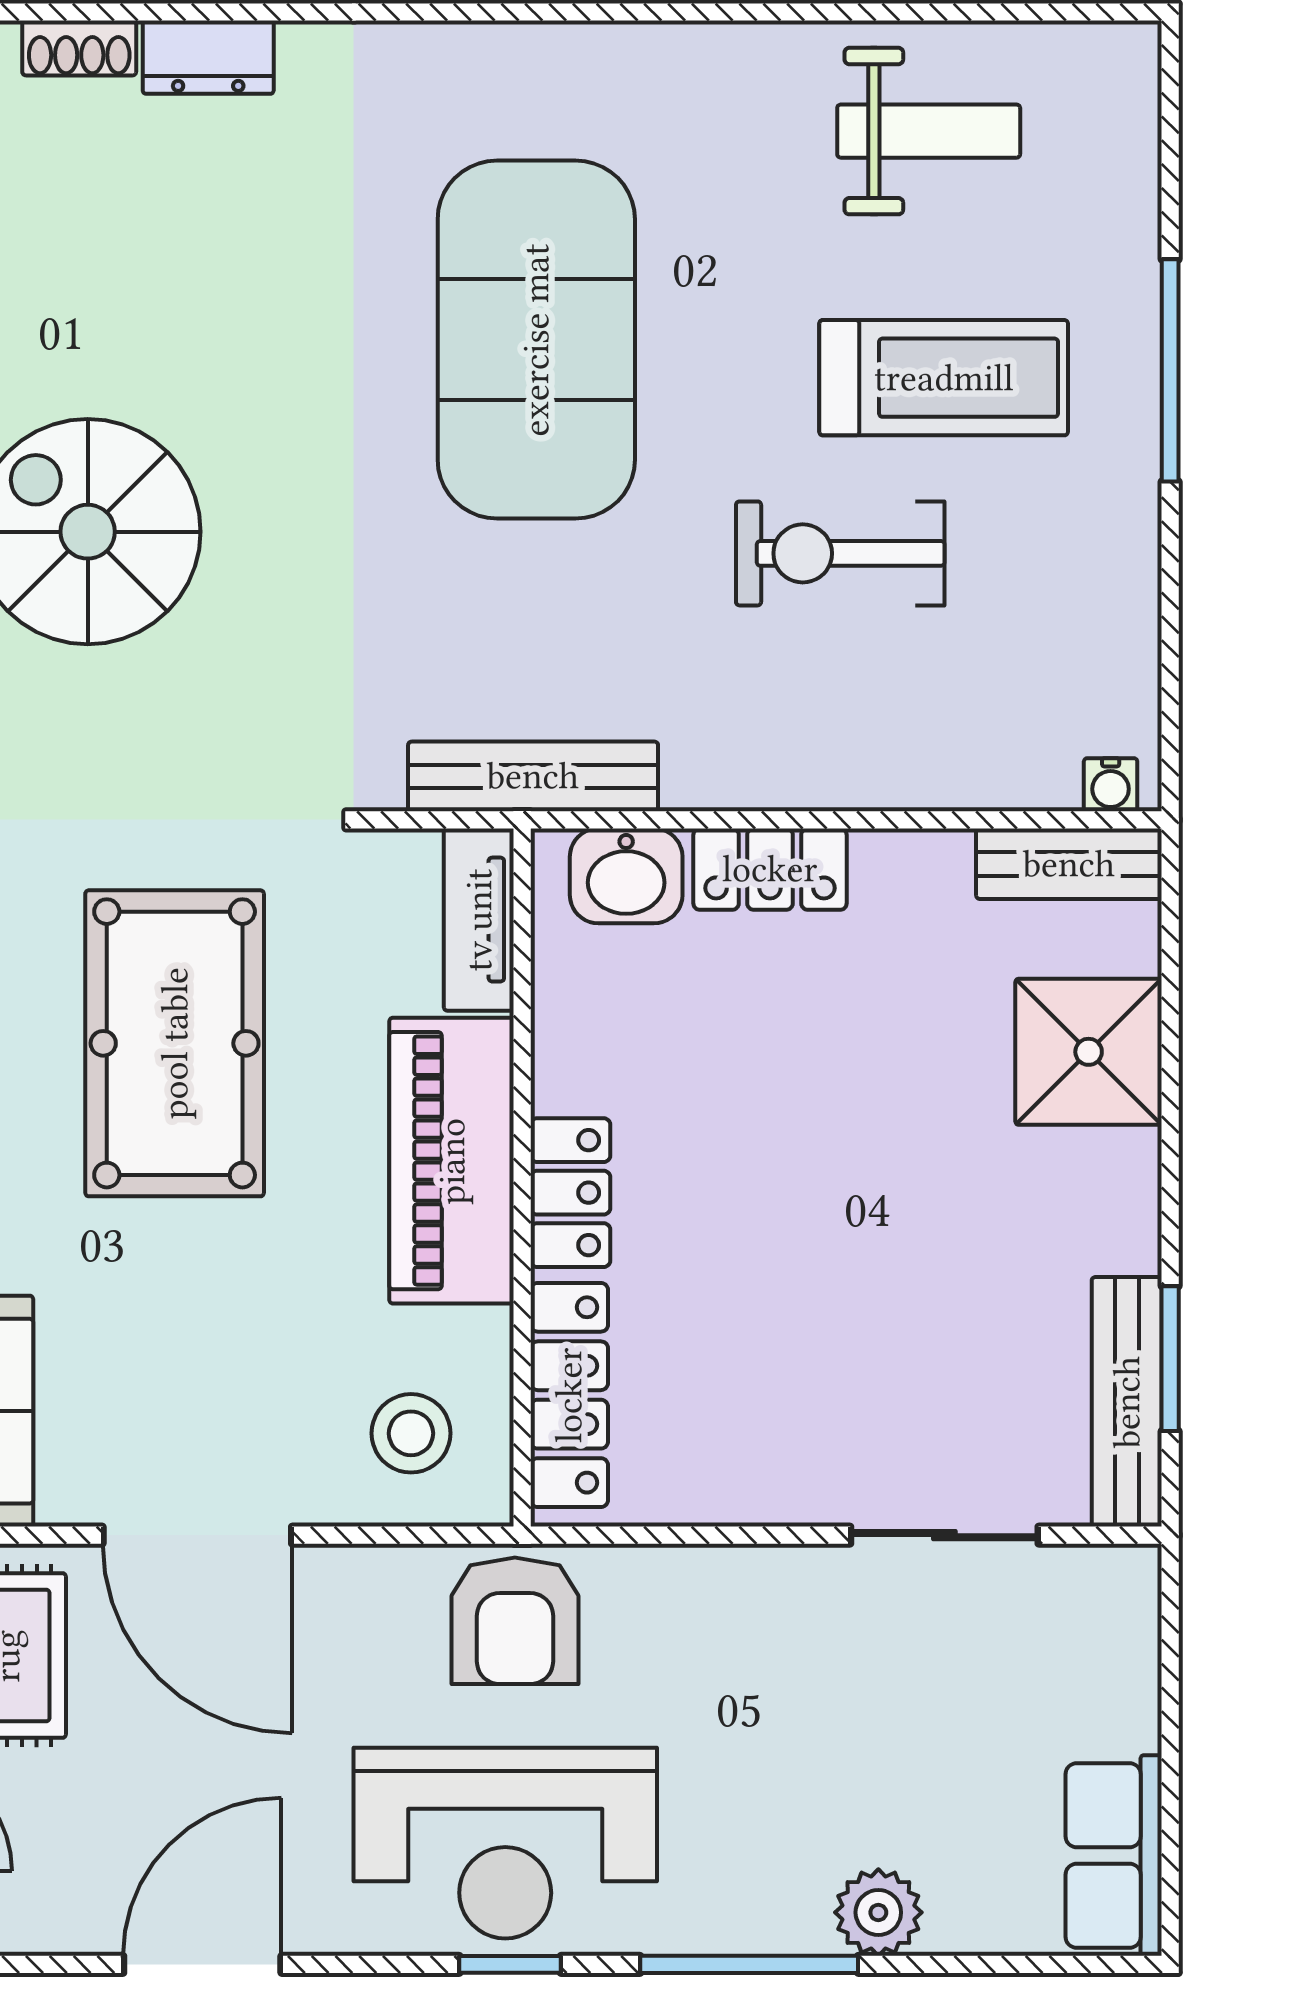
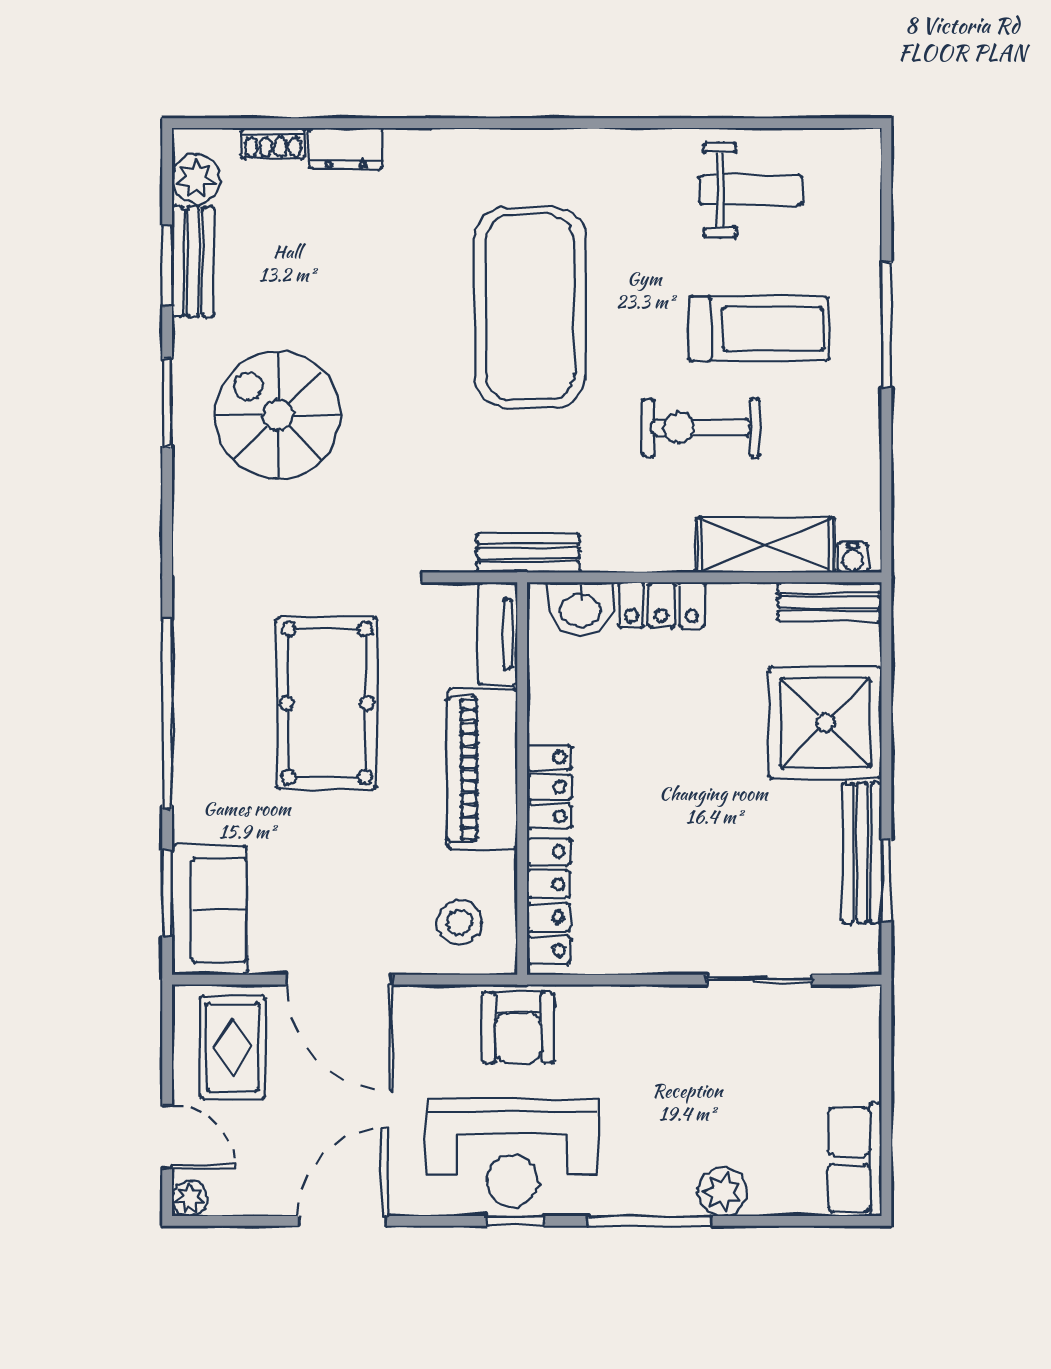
shelving: (955, 762) -> (765, 545), added
bench: (533, 776) -> (528, 553), width x0.73
shower: (1089, 1052) -> (825, 723), width x1.37, depth x1.37
bench: (1127, 1402) -> (862, 853), moved

